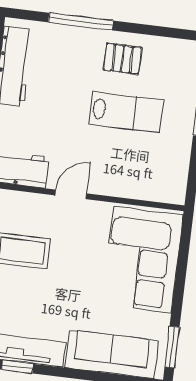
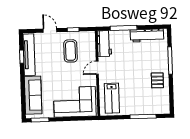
lab bench: (126, 112) -> (112, 98), moved
door: (71, 194) -> (97, 68), swing flipped

